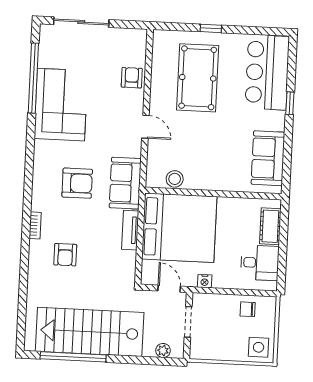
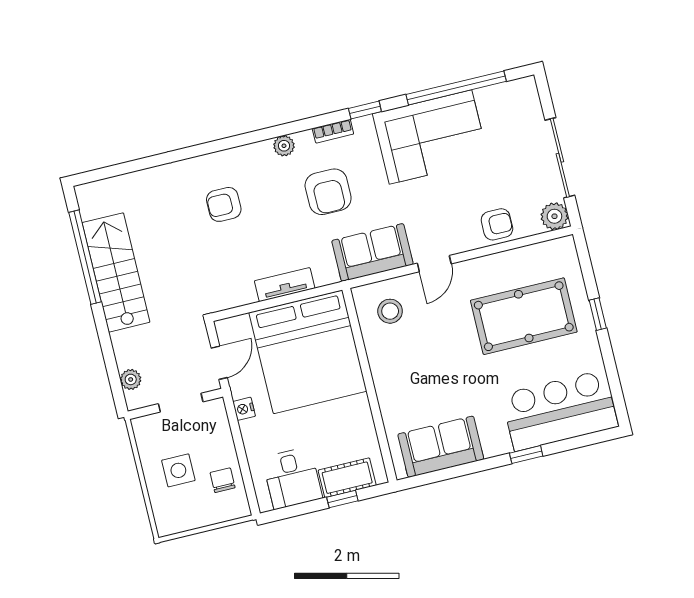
sliding door: (81, 22) -> (560, 158), moved
plant: (138, 38) -> (554, 216), added
window: (30, 143) -> (365, 110), added
stool: (175, 179) -> (390, 311), moved
sofa: (125, 183) -> (372, 253), moved
plant: (38, 203) -> (284, 146), added
bookcase: (35, 225) -> (333, 131), moved
window: (284, 234) -> (342, 499), added
stairs: (90, 332) -> (116, 272), width x0.73, depth x0.66
side table: (259, 347) -> (178, 470), moved

